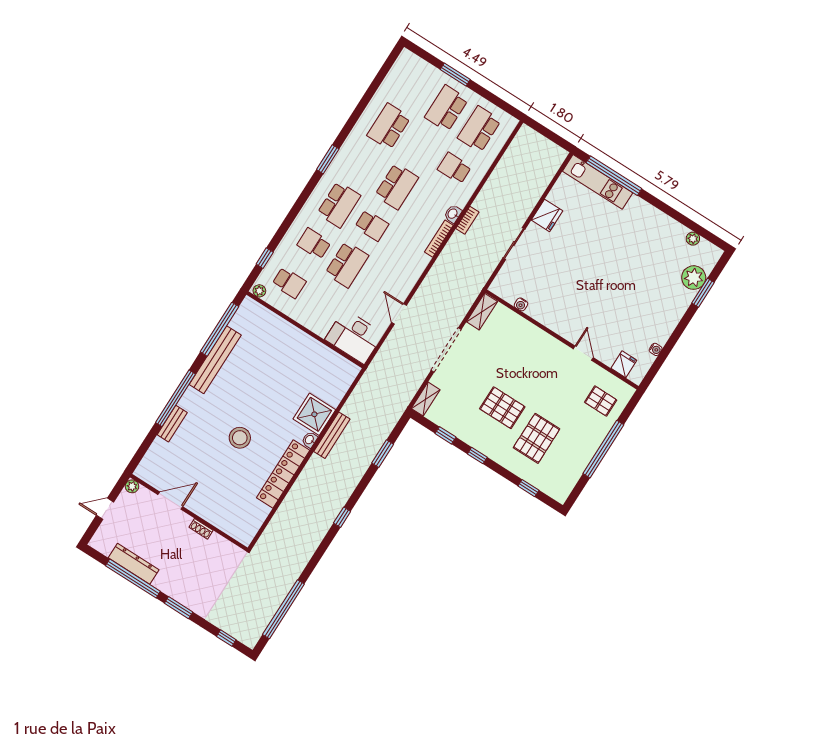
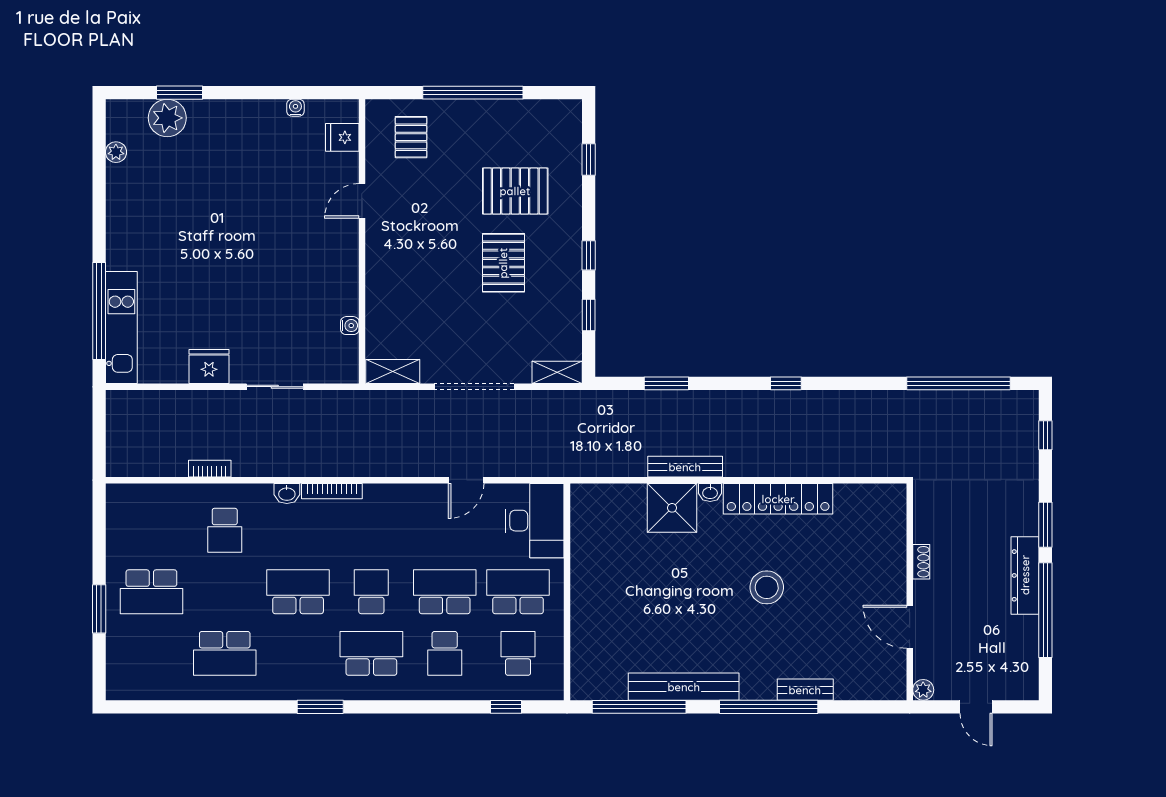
school desk: (479, 129) -> (518, 592), moved, turned 180
bookcase: (467, 220) -> (210, 469), moved
plant: (259, 291) -> (554, 686), removed
dresser: (134, 564) -> (1025, 575), moved

